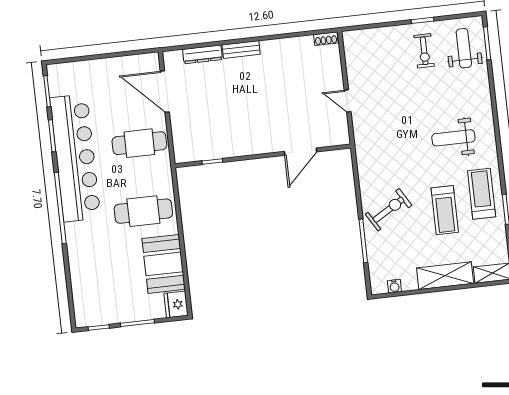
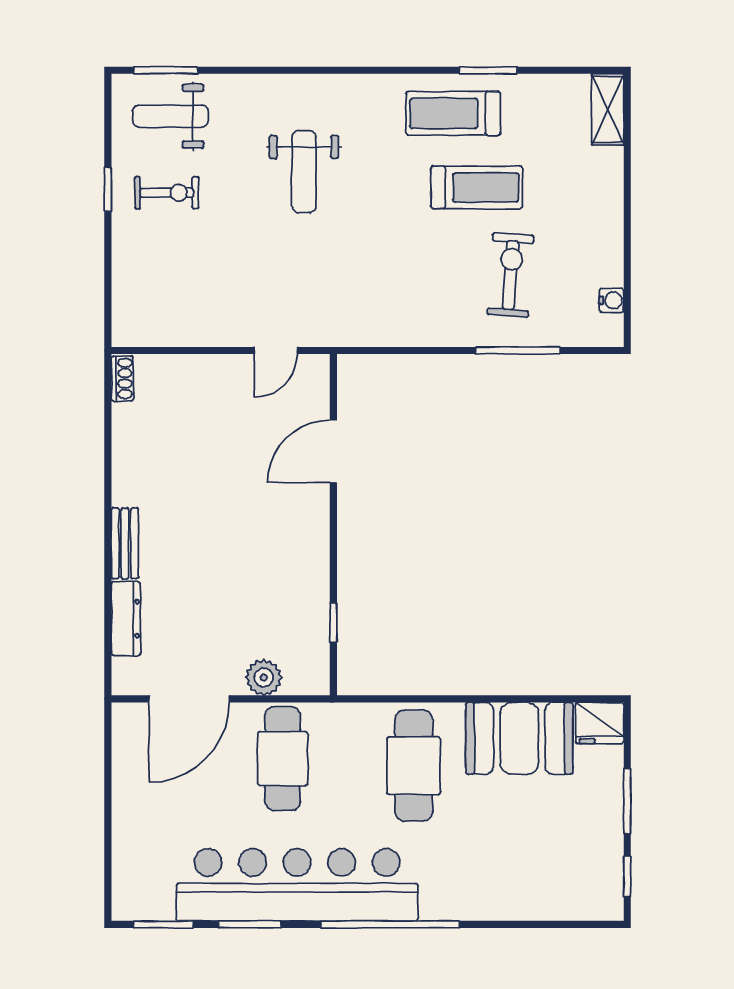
door: (348, 101) -> (276, 350), moved
plant: (180, 129) -> (264, 678), added
weight bench: (453, 138) -> (304, 172), moved
door: (301, 152) -> (333, 451), swing flipped
exercise bike: (389, 210) -> (510, 275), moved, turned 35
shelving: (445, 276) -> (603, 201), removed

